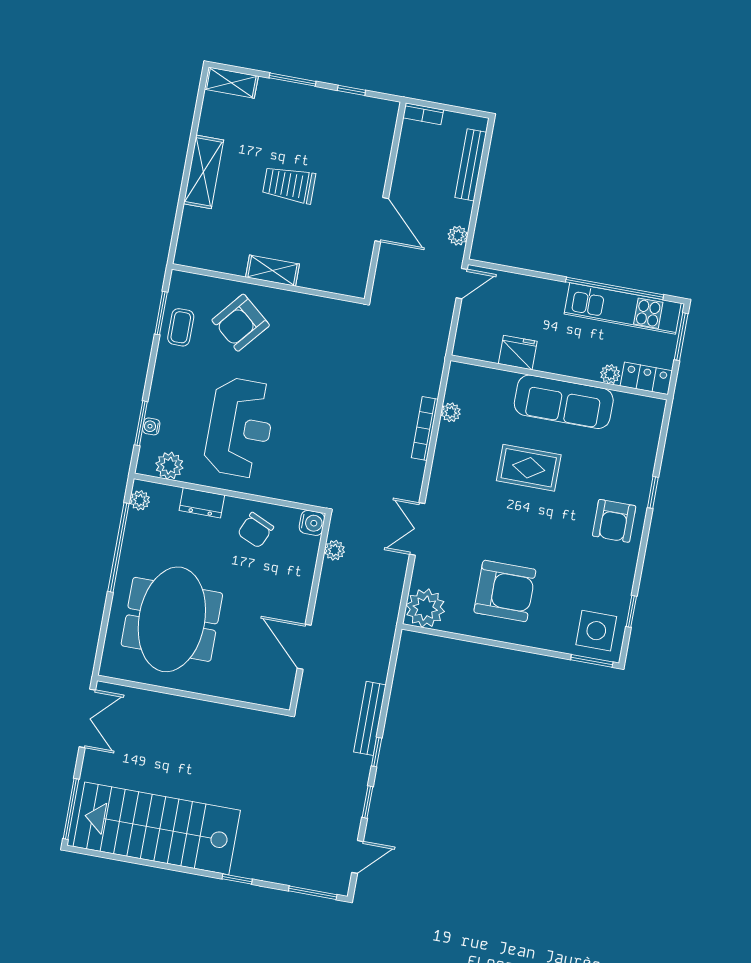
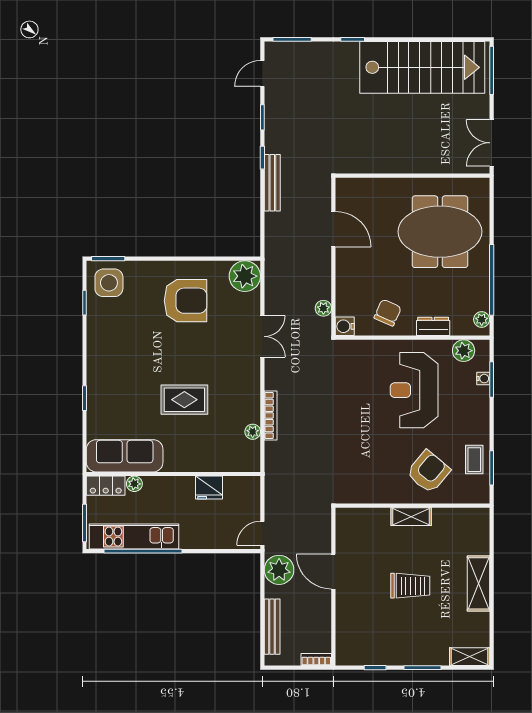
plant: (458, 236) -> (279, 570), width x1.88, depth x1.88
sofa: (564, 402) -> (125, 456), moved
armchair: (614, 521) -> (111, 370), removed
armchair: (505, 591) -> (185, 301), turned 180
meeting table: (172, 619) -> (440, 232), turned 90

